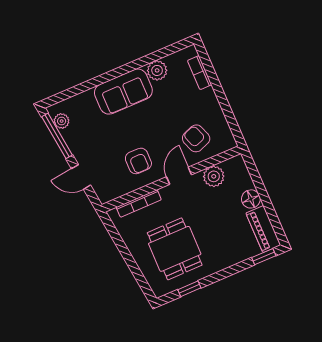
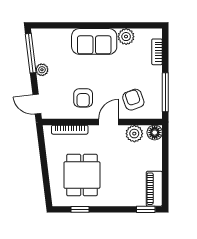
window: (229, 115) -> (165, 92), added
plant: (62, 121) -> (42, 70), moved
door: (81, 177) -> (37, 104), moved
floor lamp: (251, 199) -> (155, 133), moved

